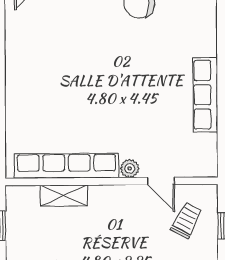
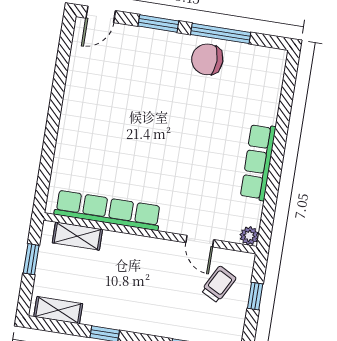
plant: (130, 168) -> (249, 236), moved
shelving: (64, 196) -> (77, 236), moved

